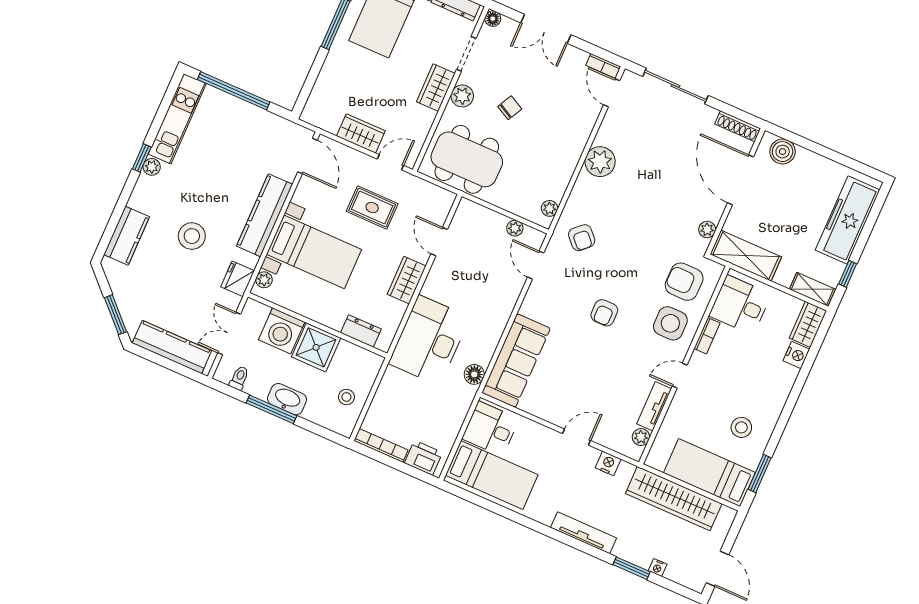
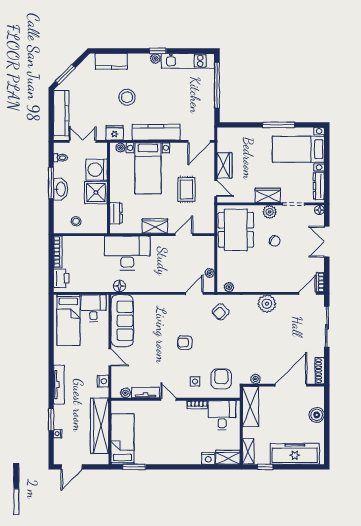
boiler: (783, 152) -> (317, 415), moved
side table: (670, 323) -> (195, 381), width x0.54, depth x0.54
sofa: (516, 361) -> (122, 321), moved, turned -90
stool: (741, 427) -> (155, 446), removed

